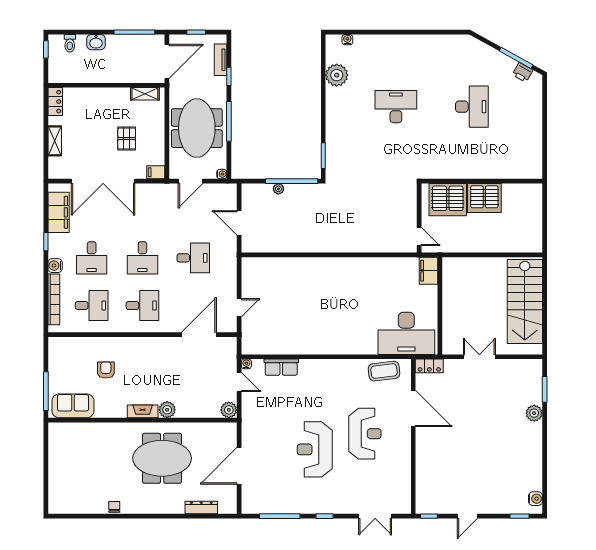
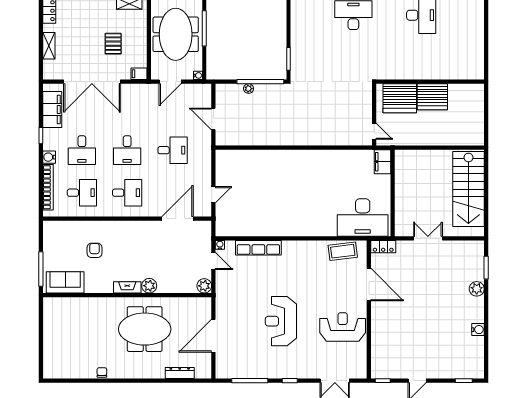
row of seats: (281, 367) -> (258, 248), width x1.48
reception desk: (365, 434) -> (343, 327), moved, turned -90
water cooler: (535, 499) -> (478, 330), moved

